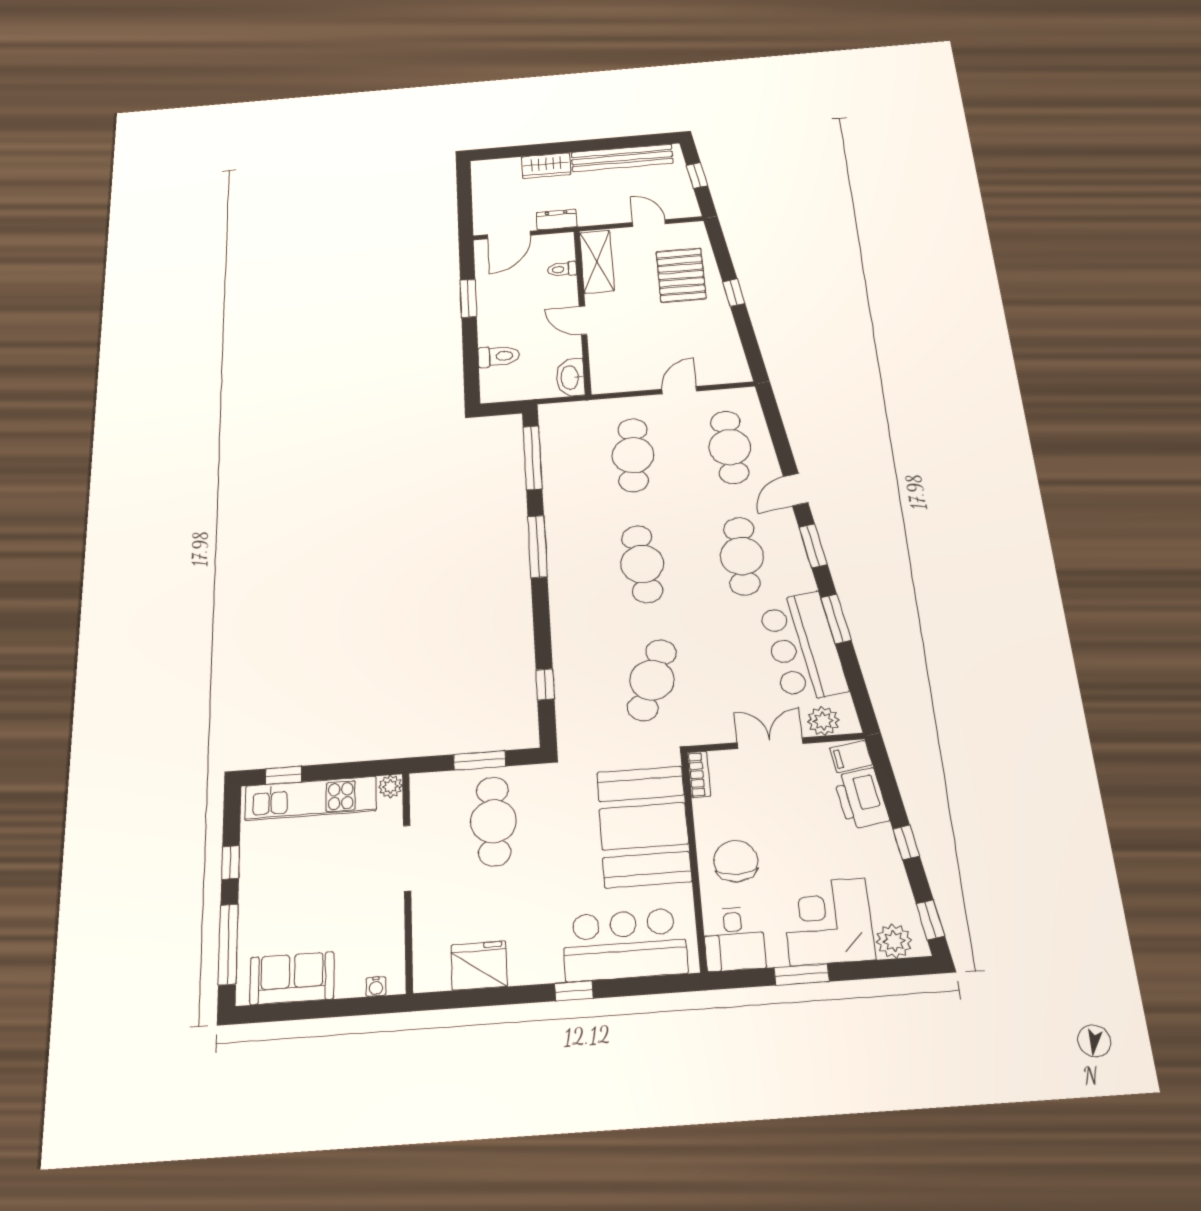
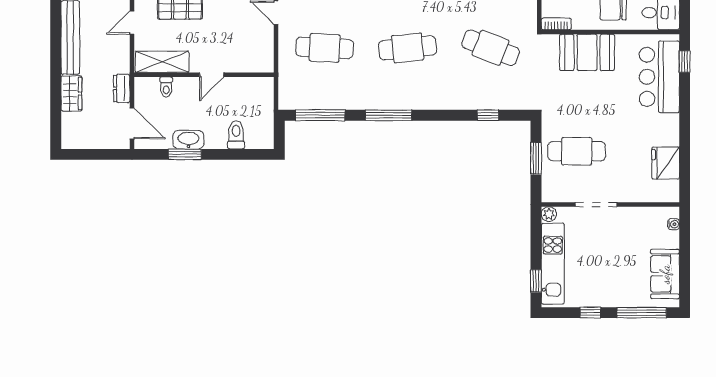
washbasin: (570, 378) -> (188, 140), moved, turned 180
booth: (644, 826) -> (587, 52), width x0.73, depth x0.70
window: (574, 991) -> (685, 62), moved

